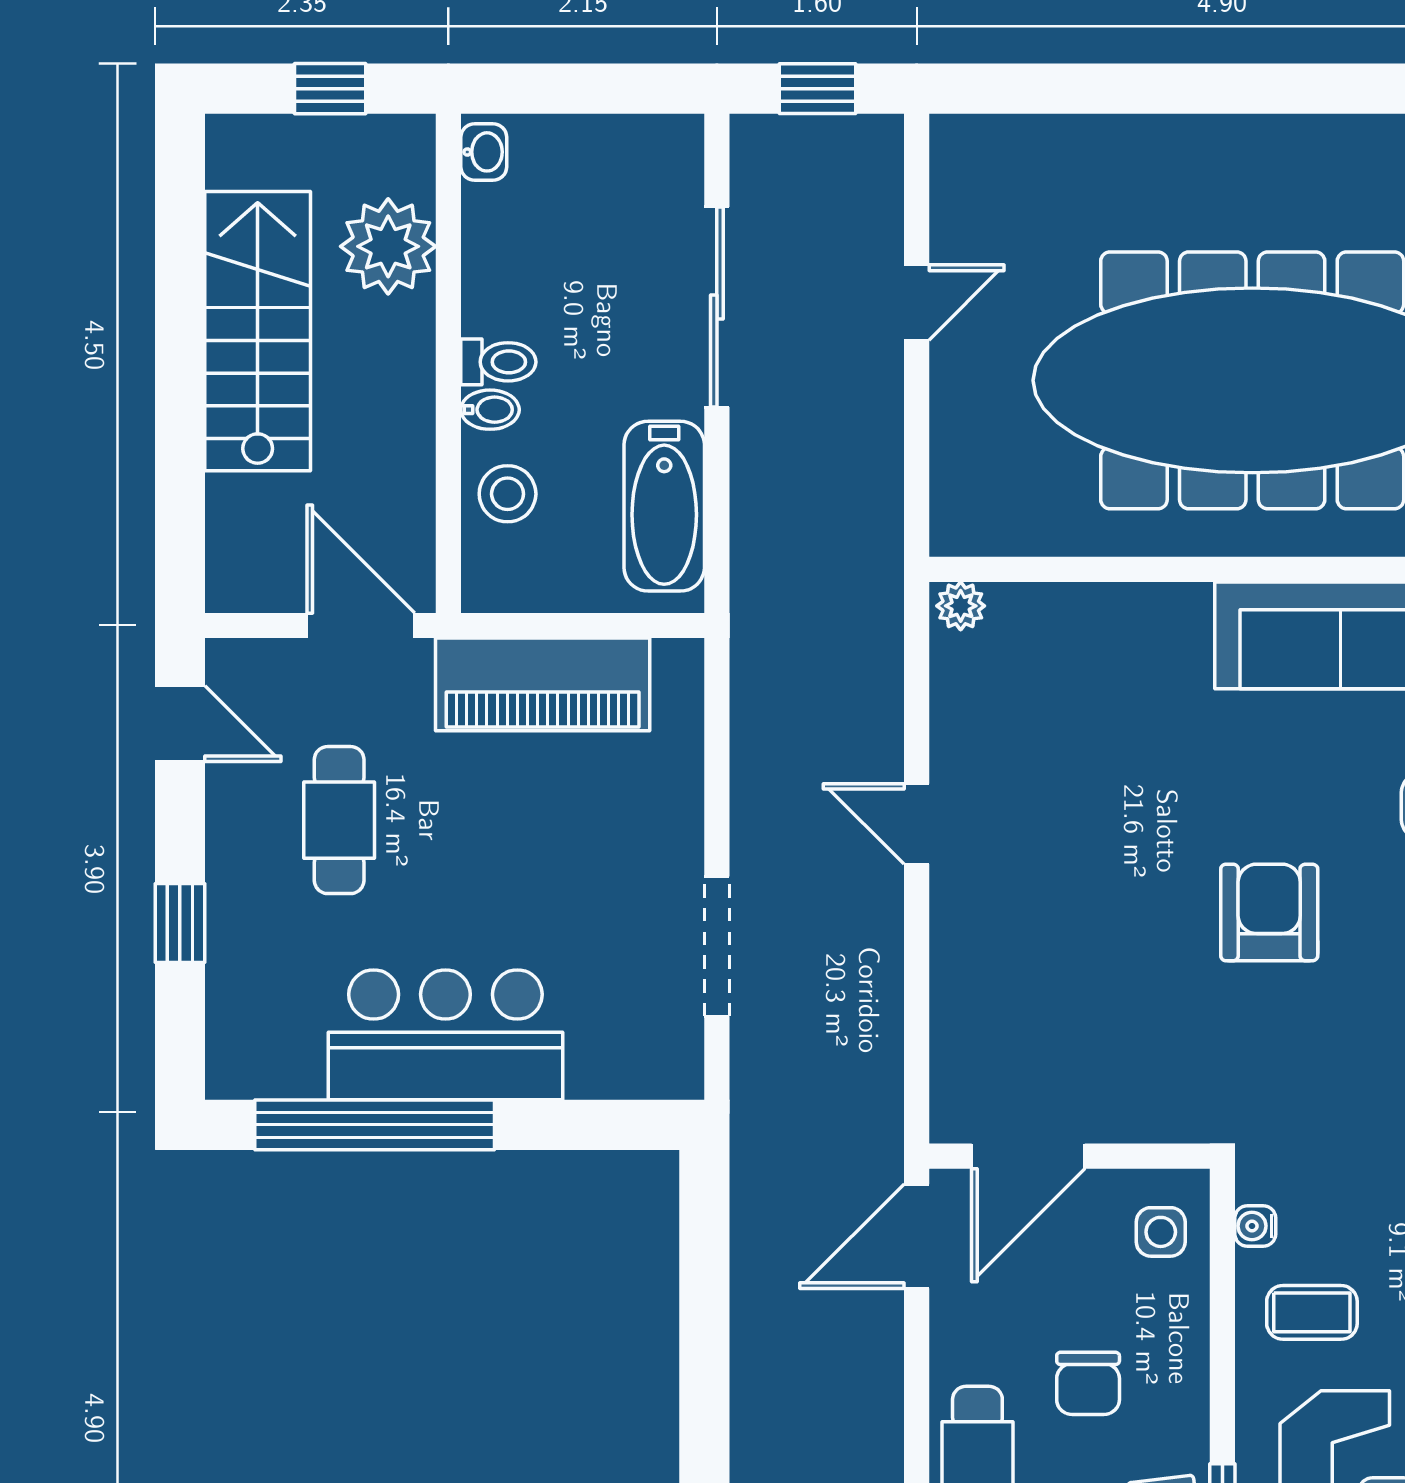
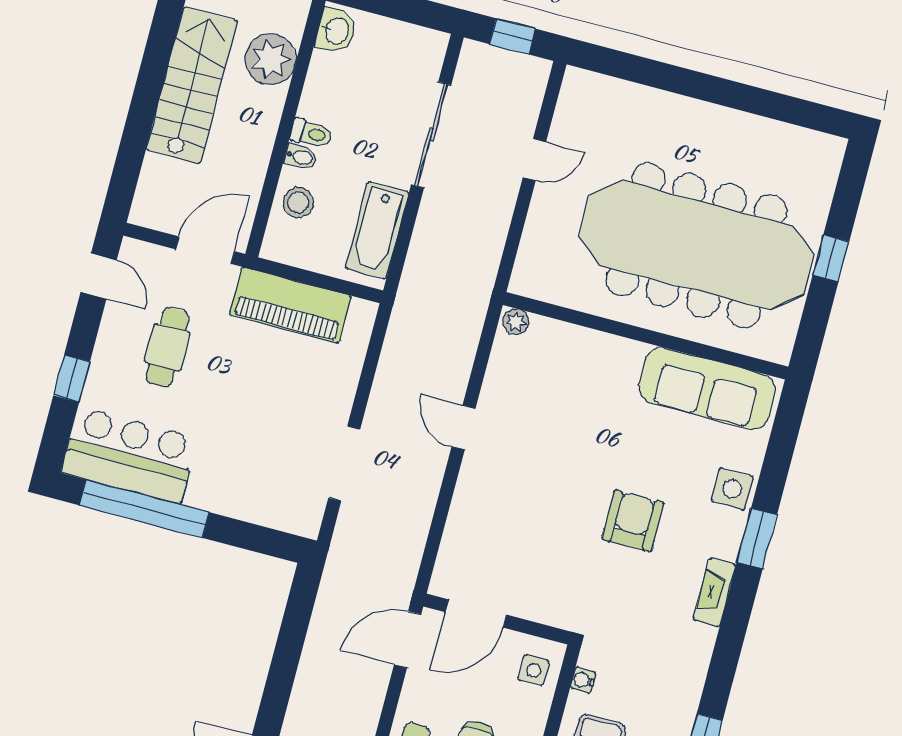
washbasin: (484, 152) -> (336, 31), width x1.38, depth x1.45
door: (361, 625) -> (205, 250), hinge flipped
bar counter: (445, 1035) -> (129, 455), moved

